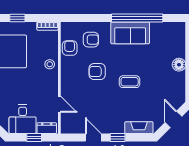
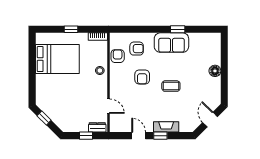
window: (137, 18) -> (178, 29), width x0.32
armchair: (97, 72) -> (142, 77), turned -90
desk: (23, 119) -> (76, 119), removed
fireplace: (139, 128) -> (166, 127), moved

